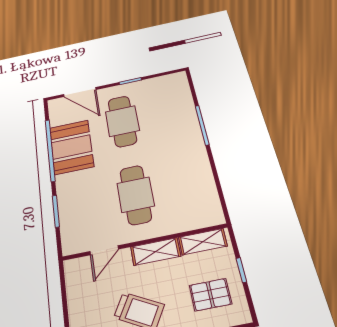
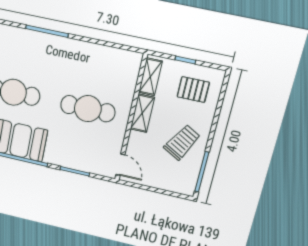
door: (104, 250) -> (120, 165), moved
pallet: (210, 295) -> (193, 90), turned 90

